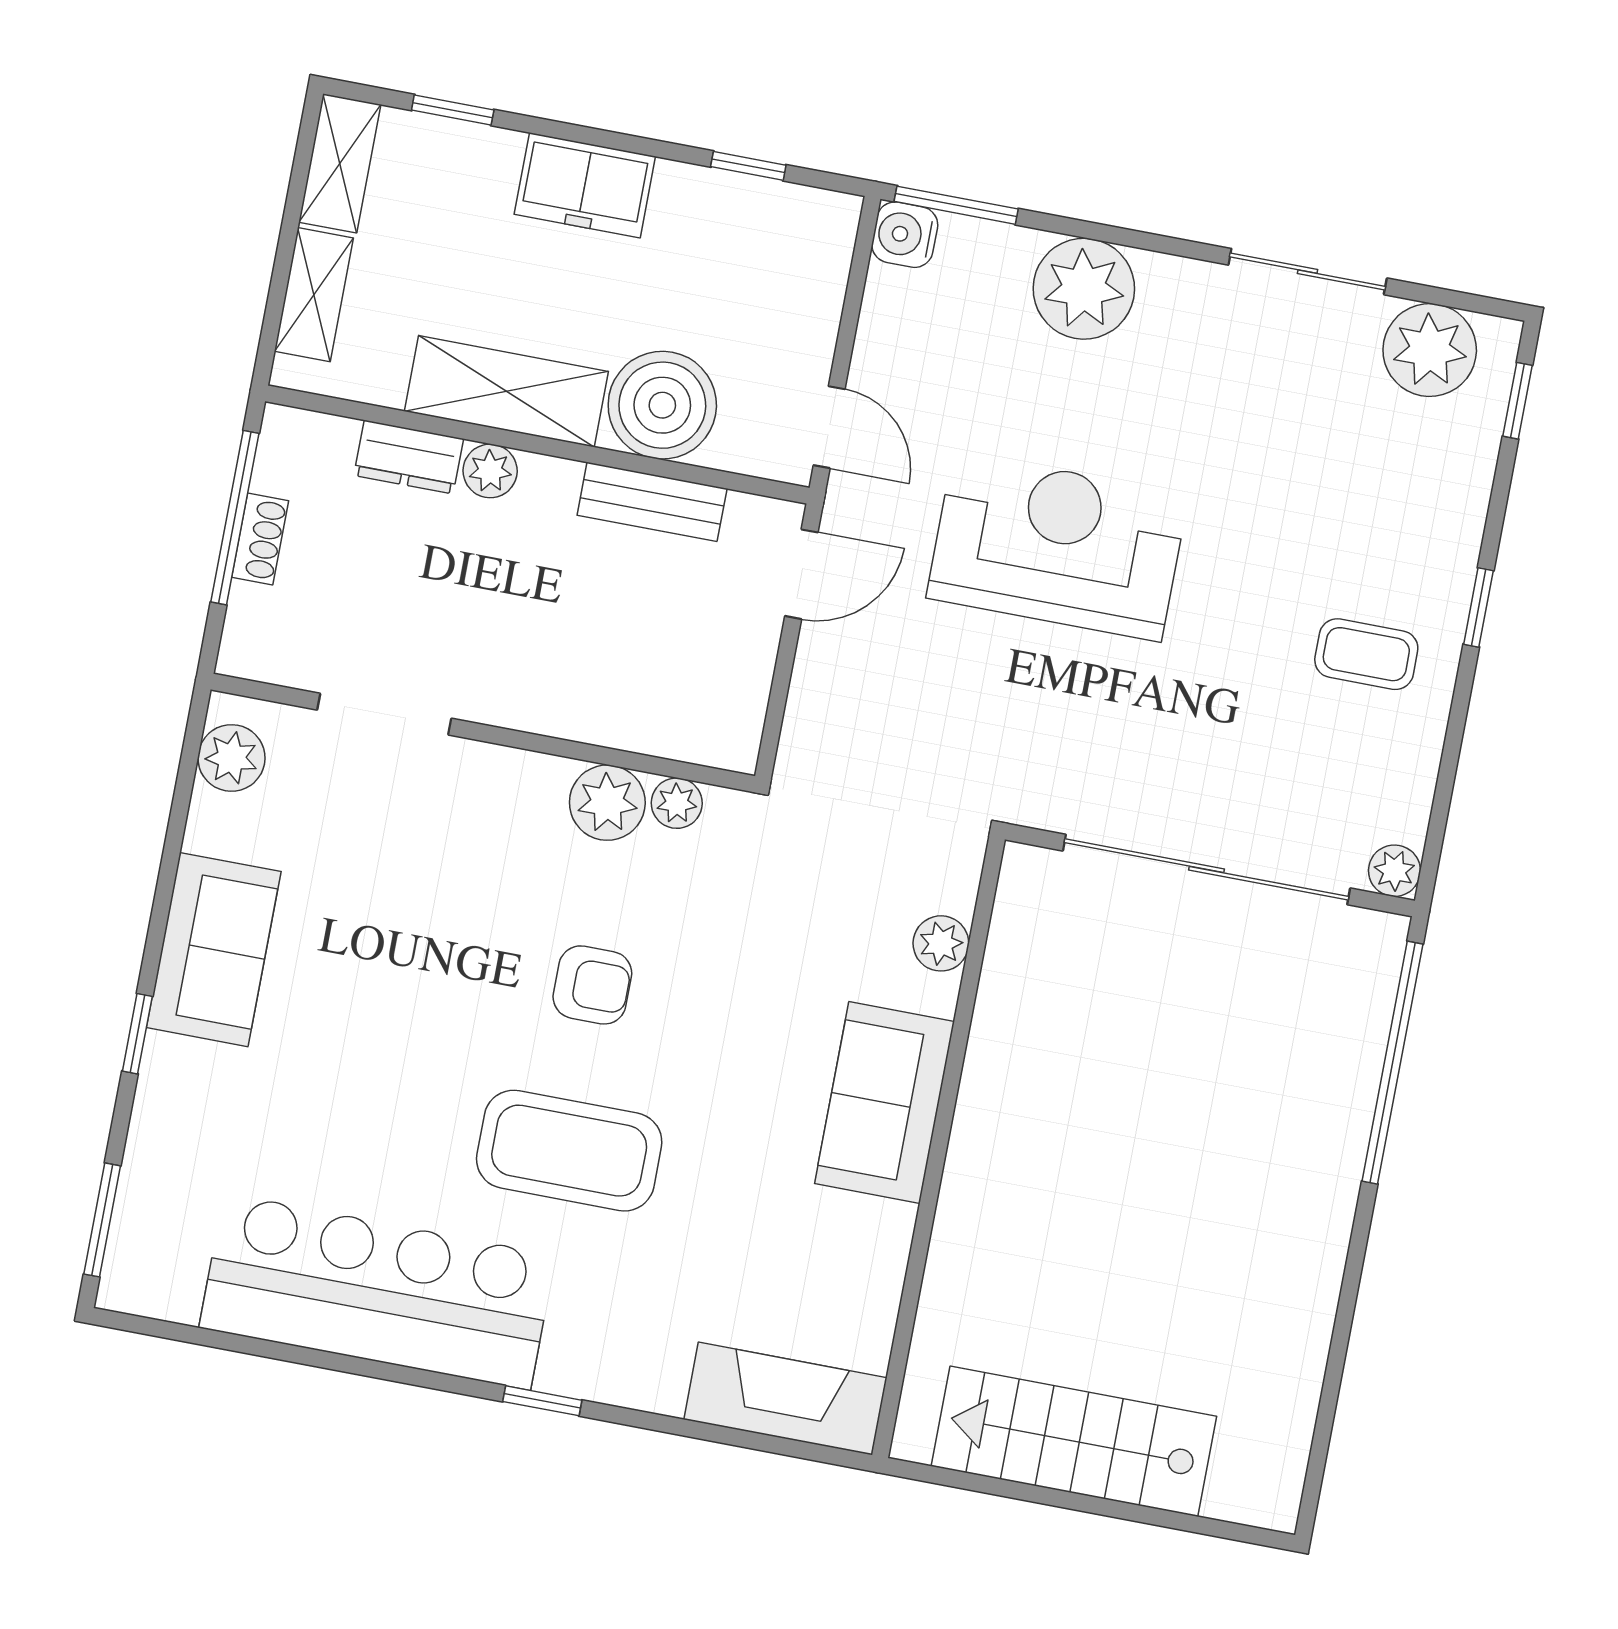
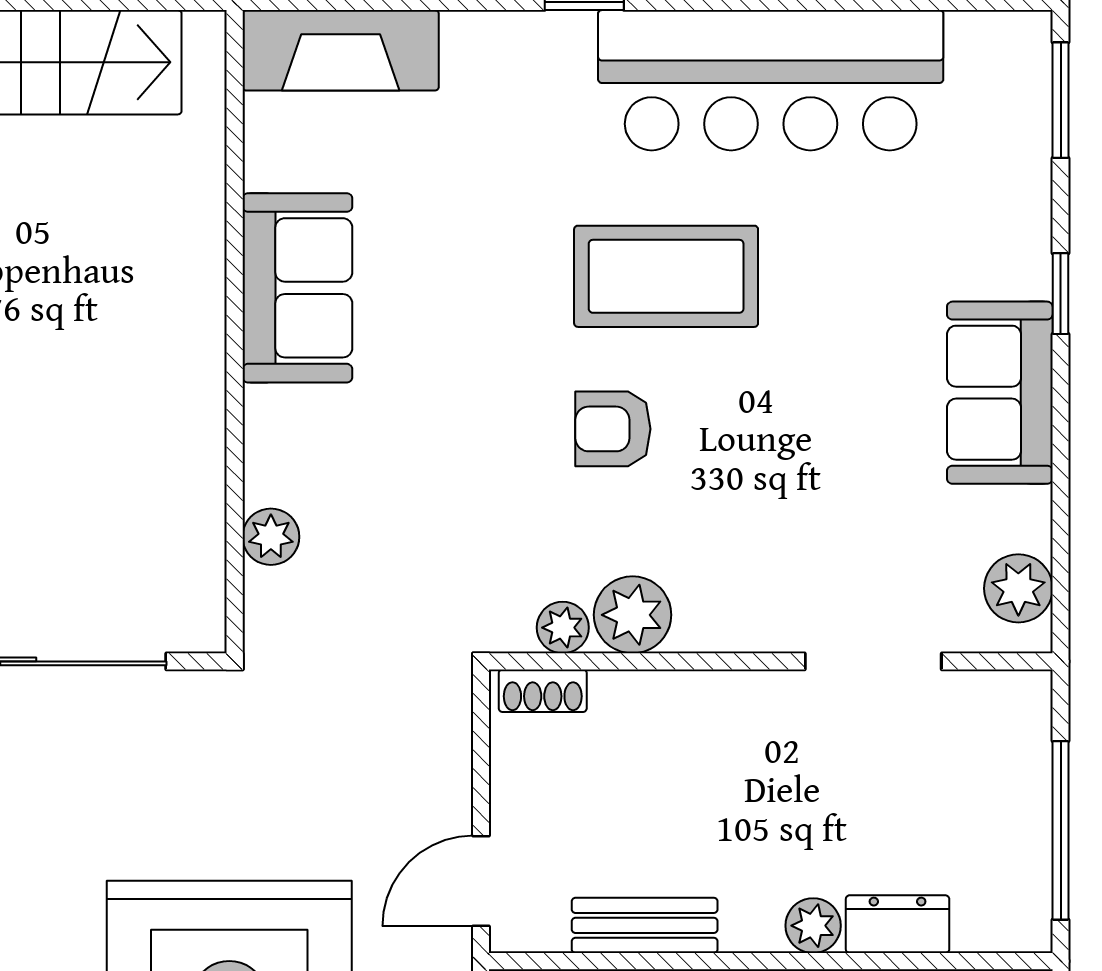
shoe rack: (260, 539) -> (543, 691), moved, turned -90
sofa: (884, 1103) -> (297, 288), moved
coffee table: (569, 1151) -> (666, 276), moved

